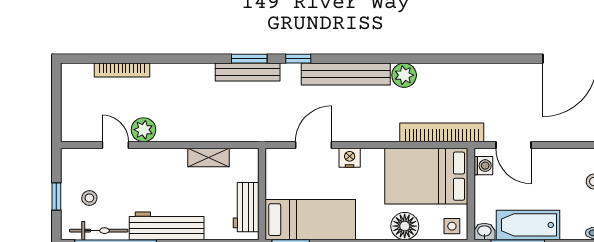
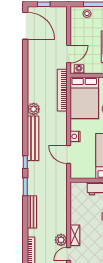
bench: (248, 72) -> (32, 212), moved
shelving: (209, 158) -> (75, 235), moved

